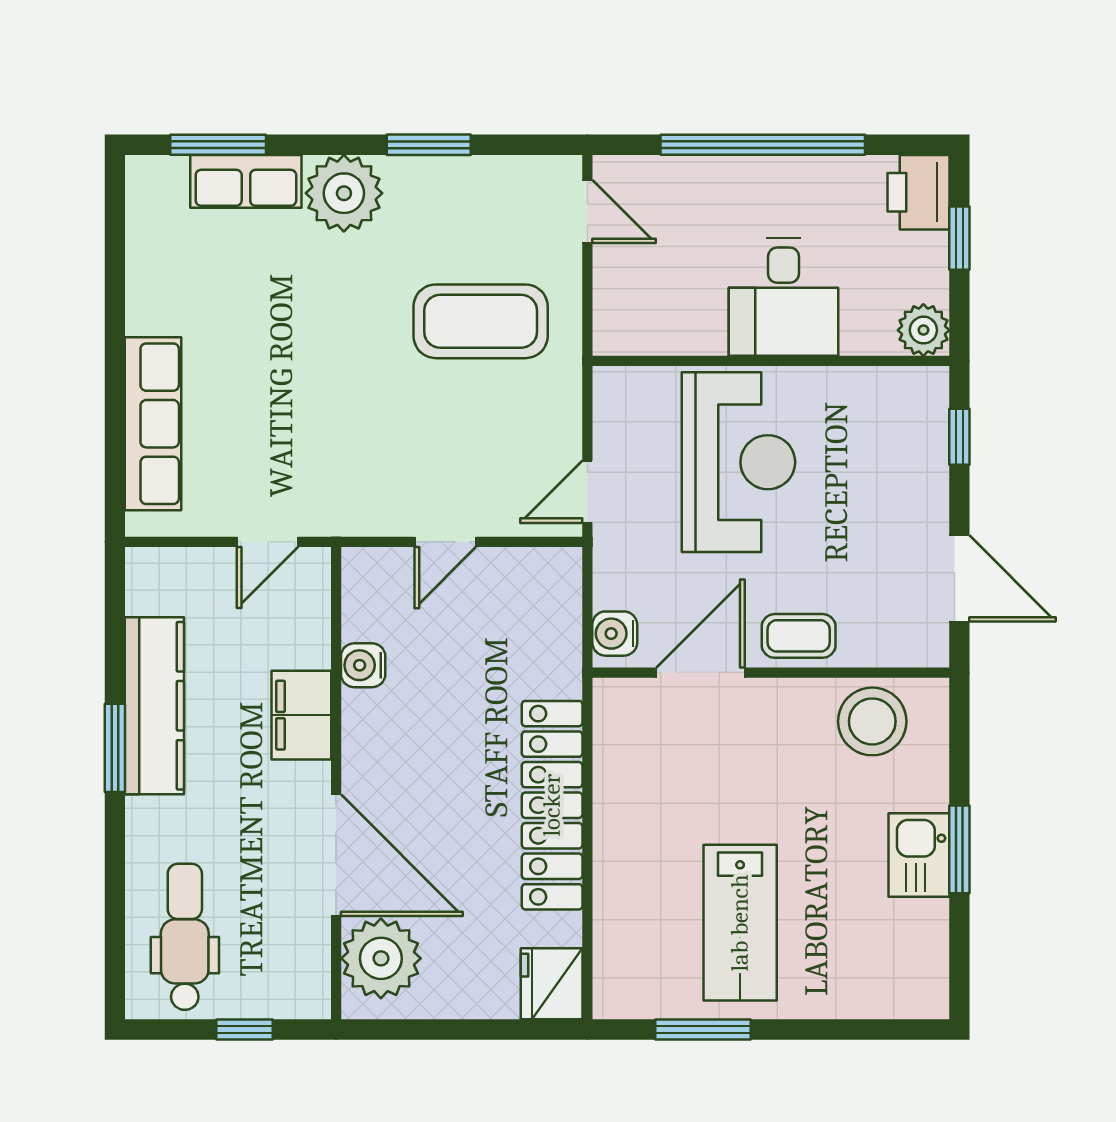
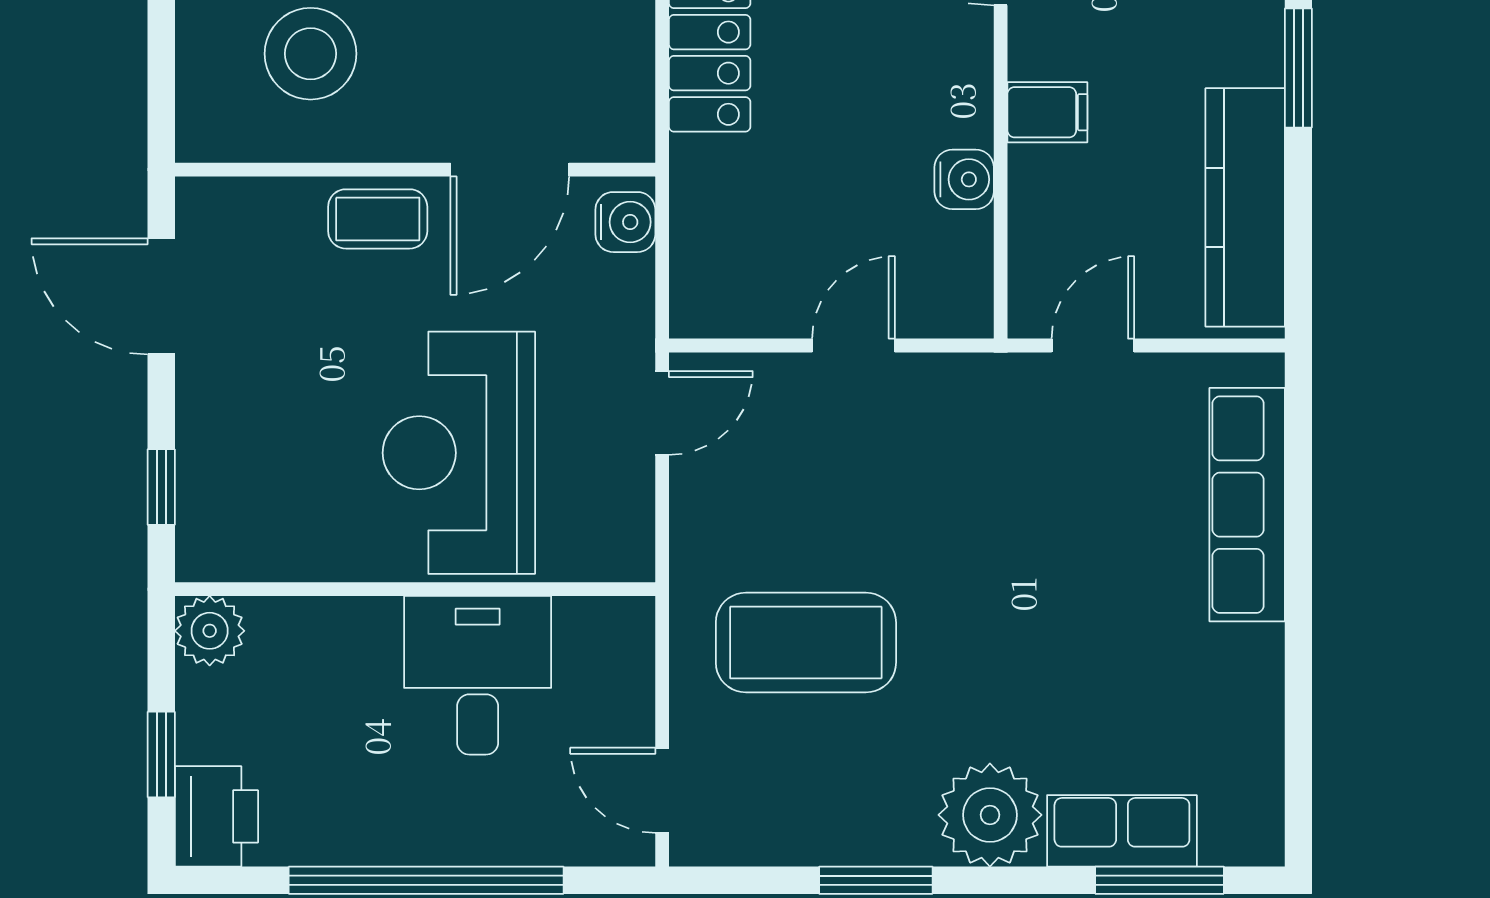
desk: (783, 297) -> (478, 675), moved
kitchen counter: (154, 706) -> (1245, 207), moved
filing cabinet: (301, 715) -> (1047, 112), width x0.50
stool: (872, 721) -> (311, 54), moved

